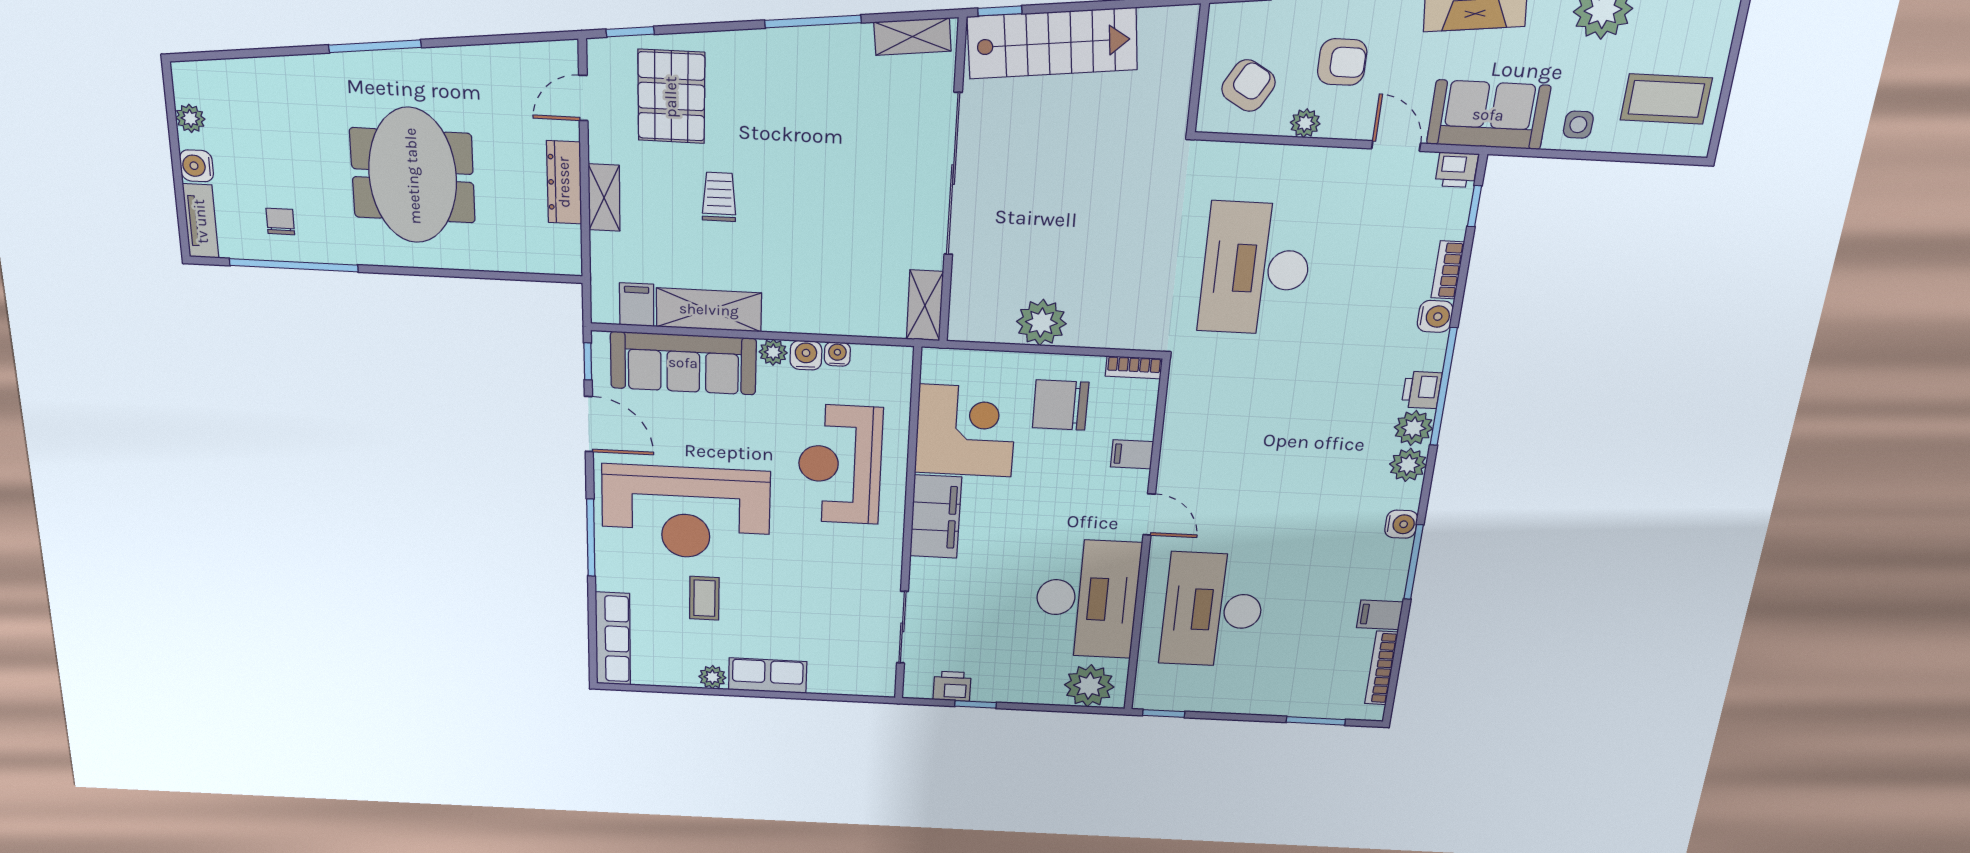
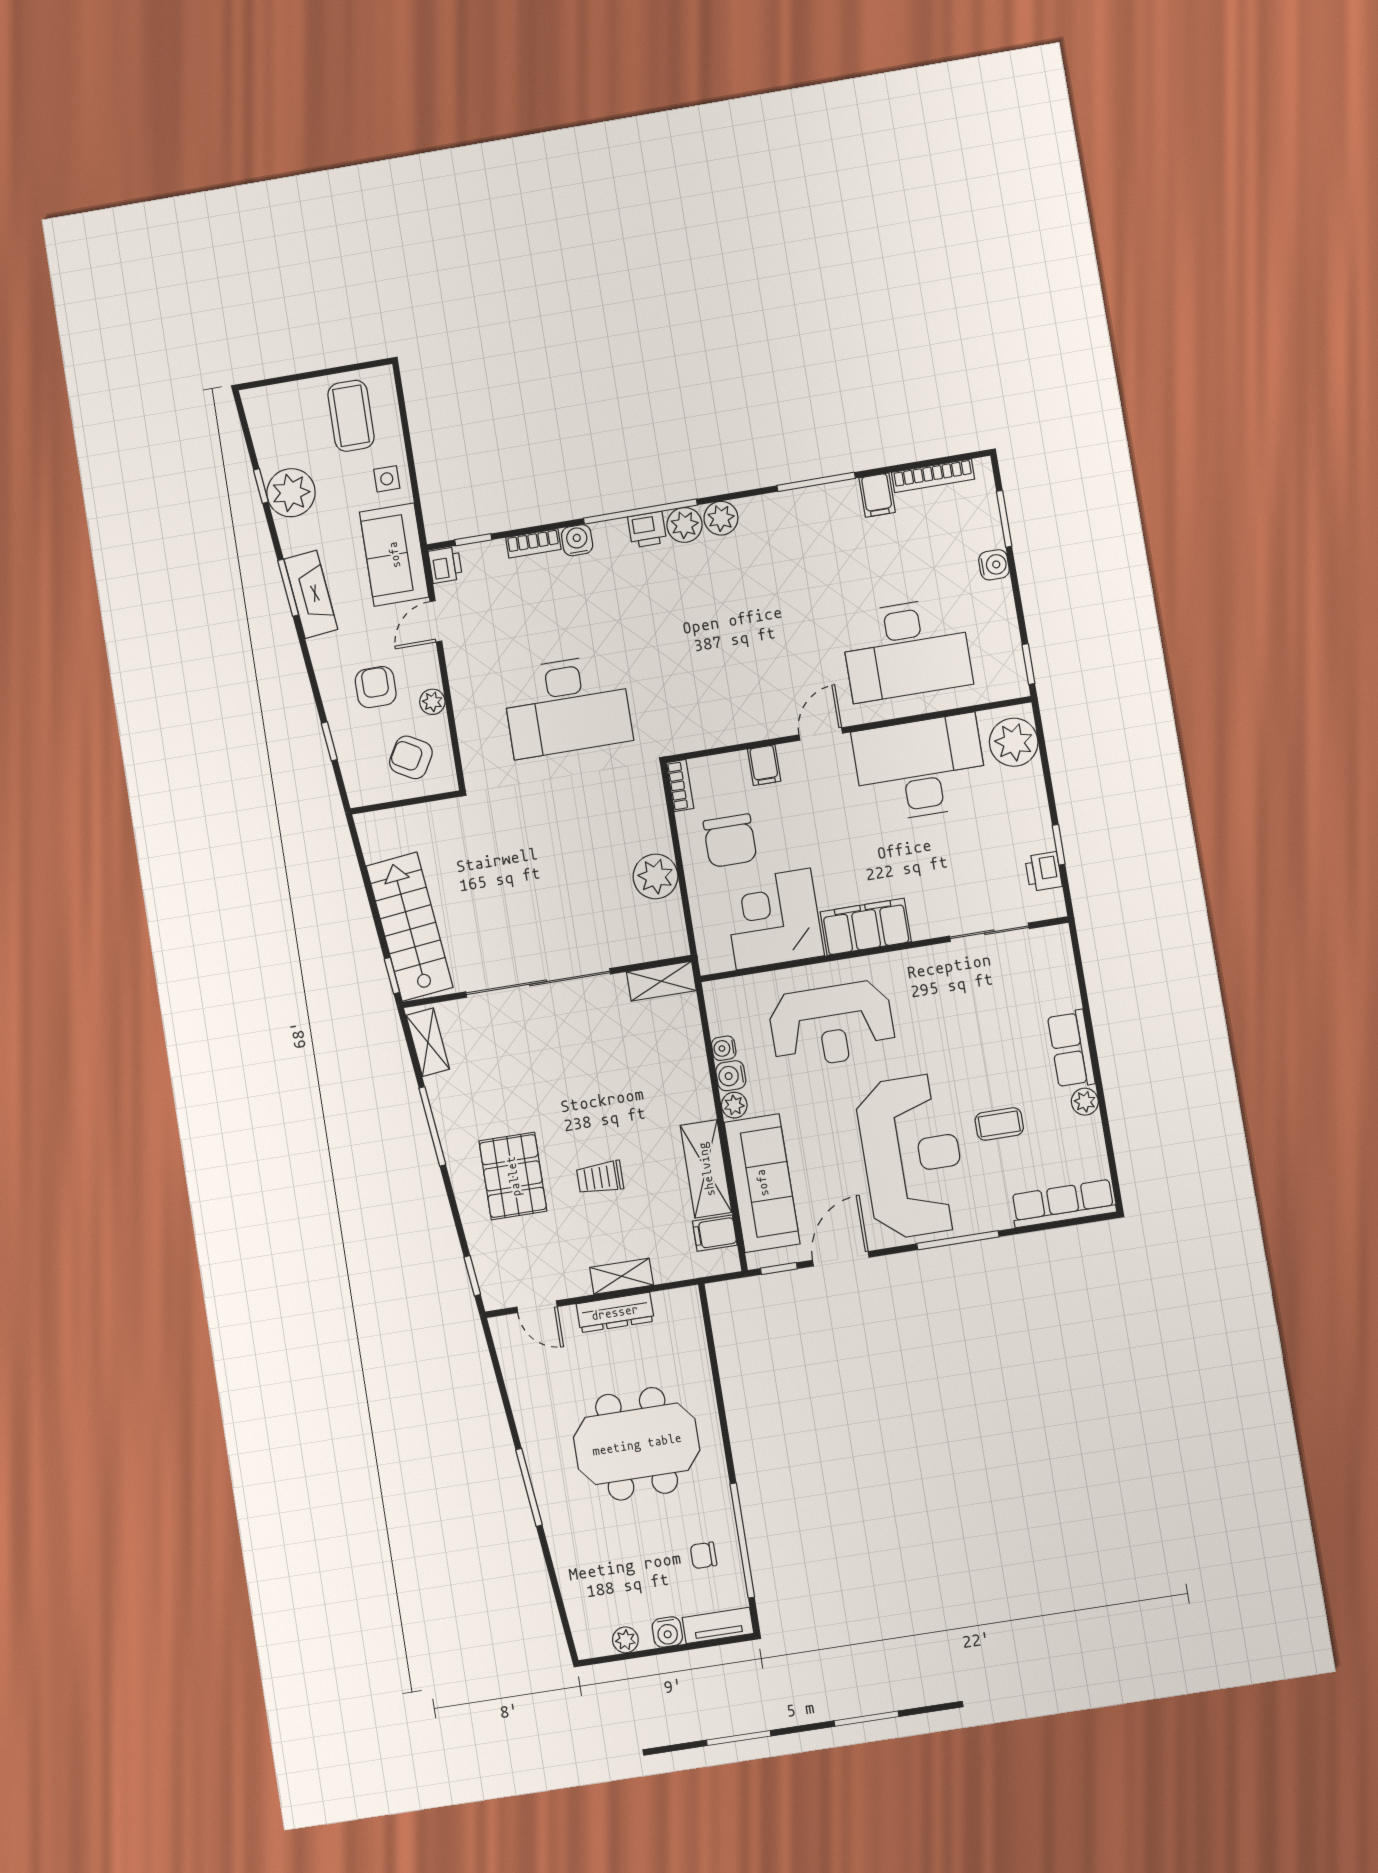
pallet: (671, 97) -> (513, 1176), moved, turned 90
water cooler: (1401, 524) -> (994, 565), moved, turned 90

